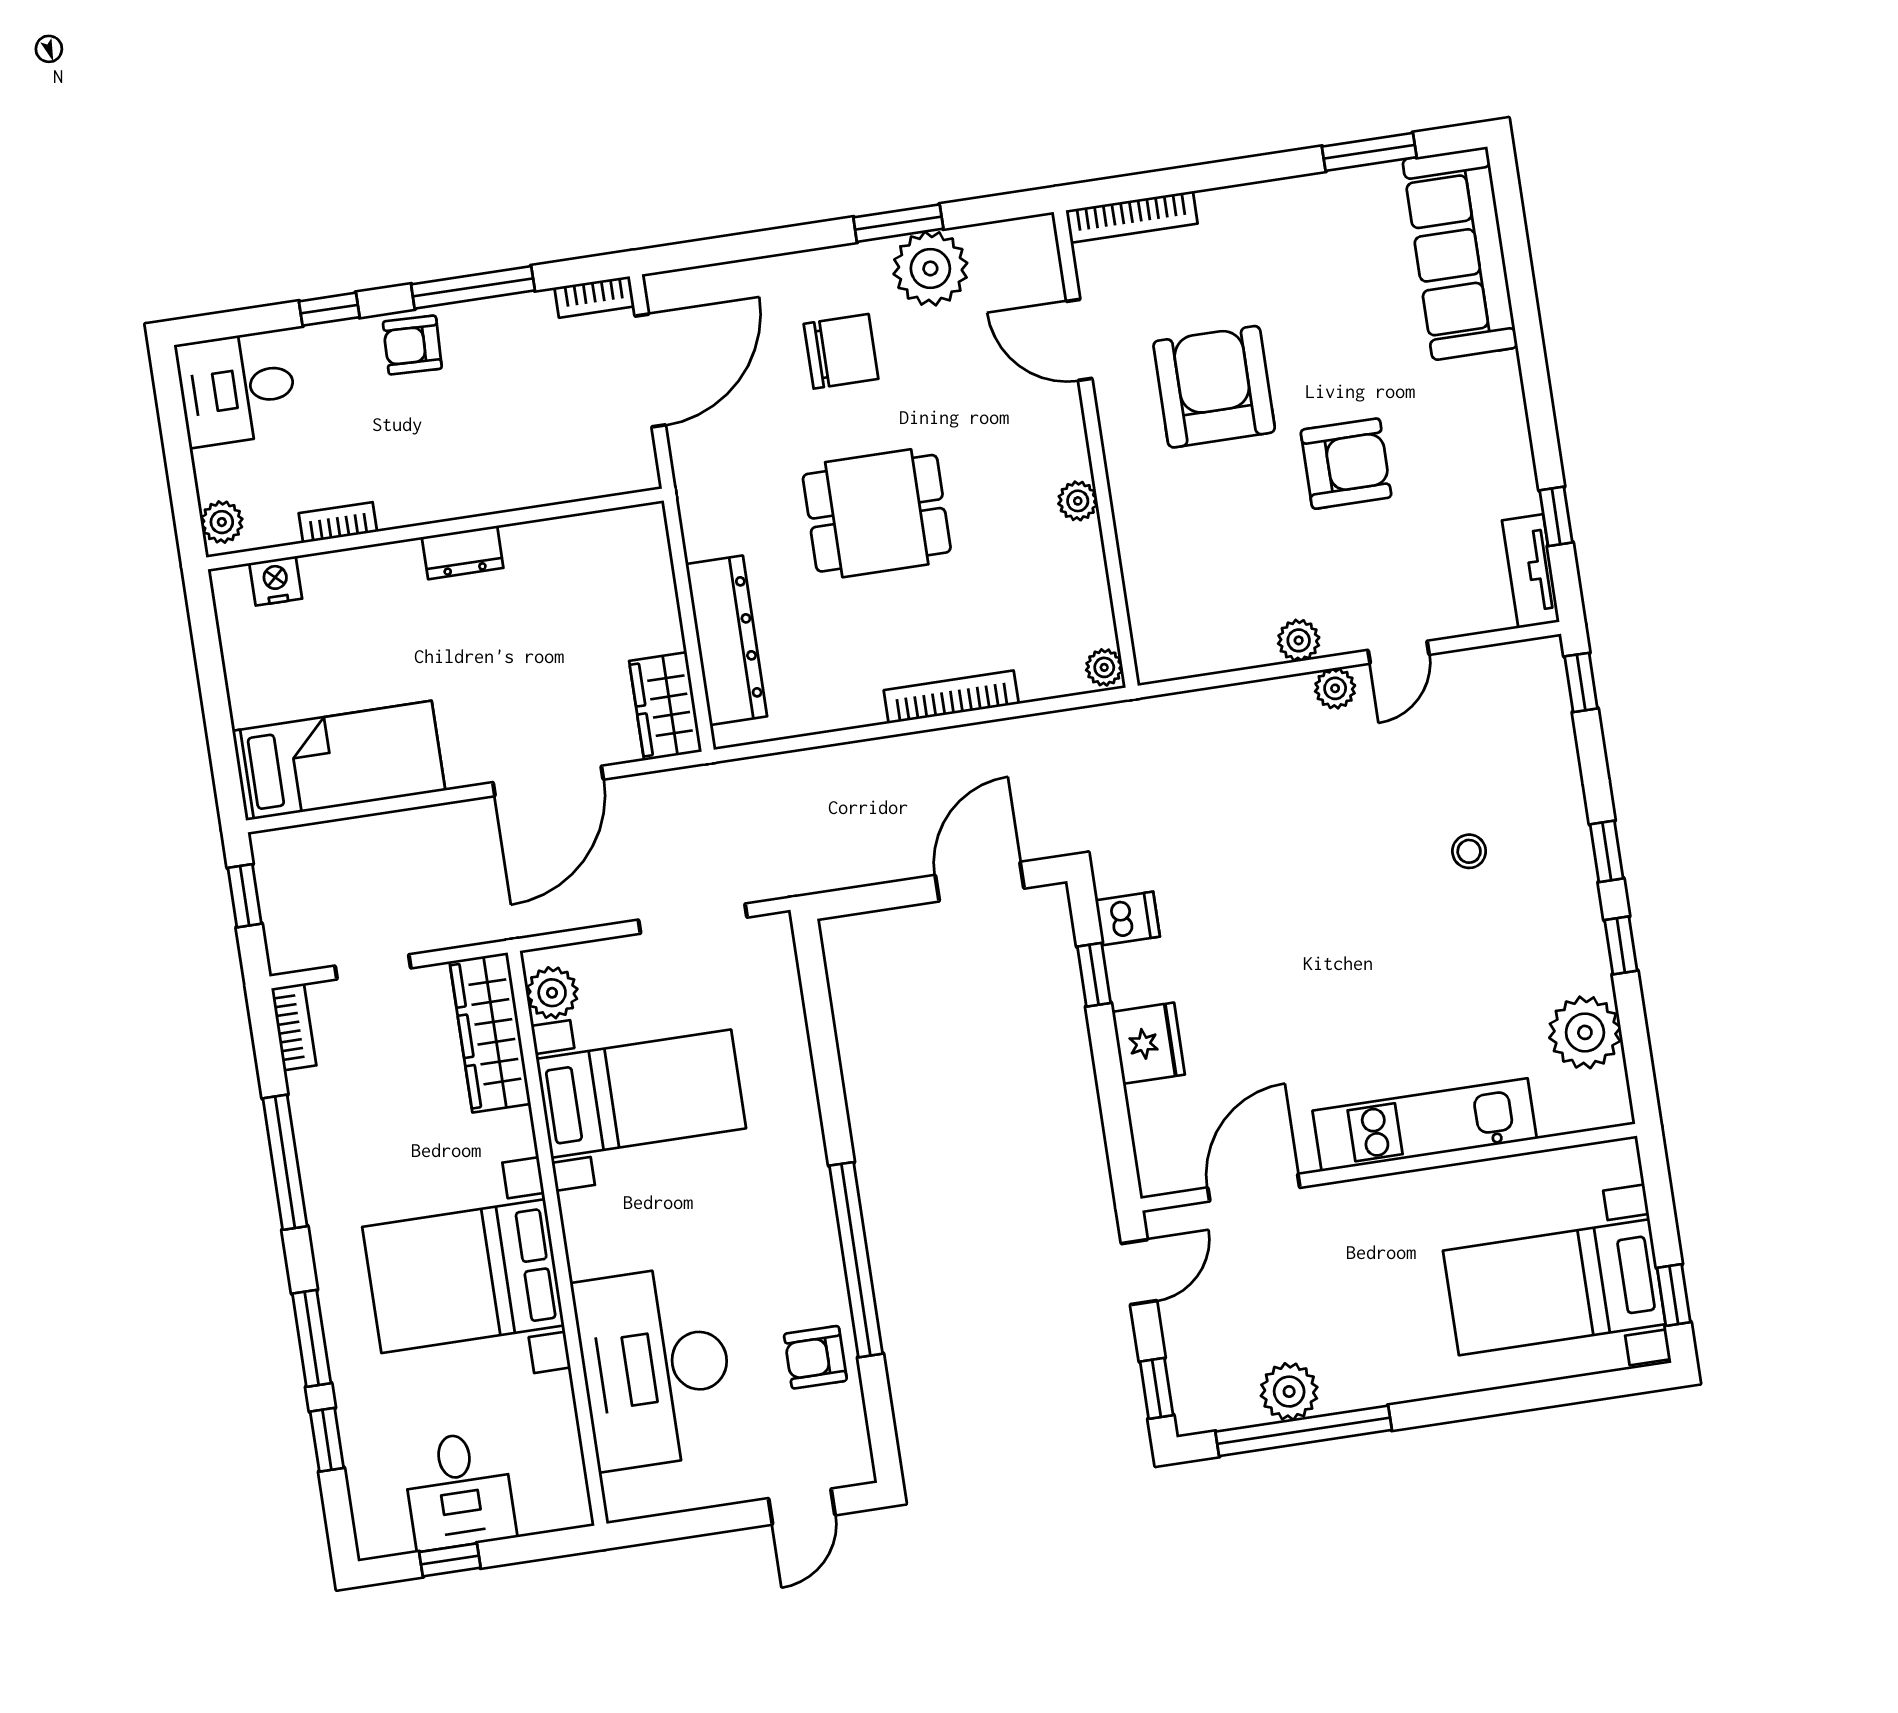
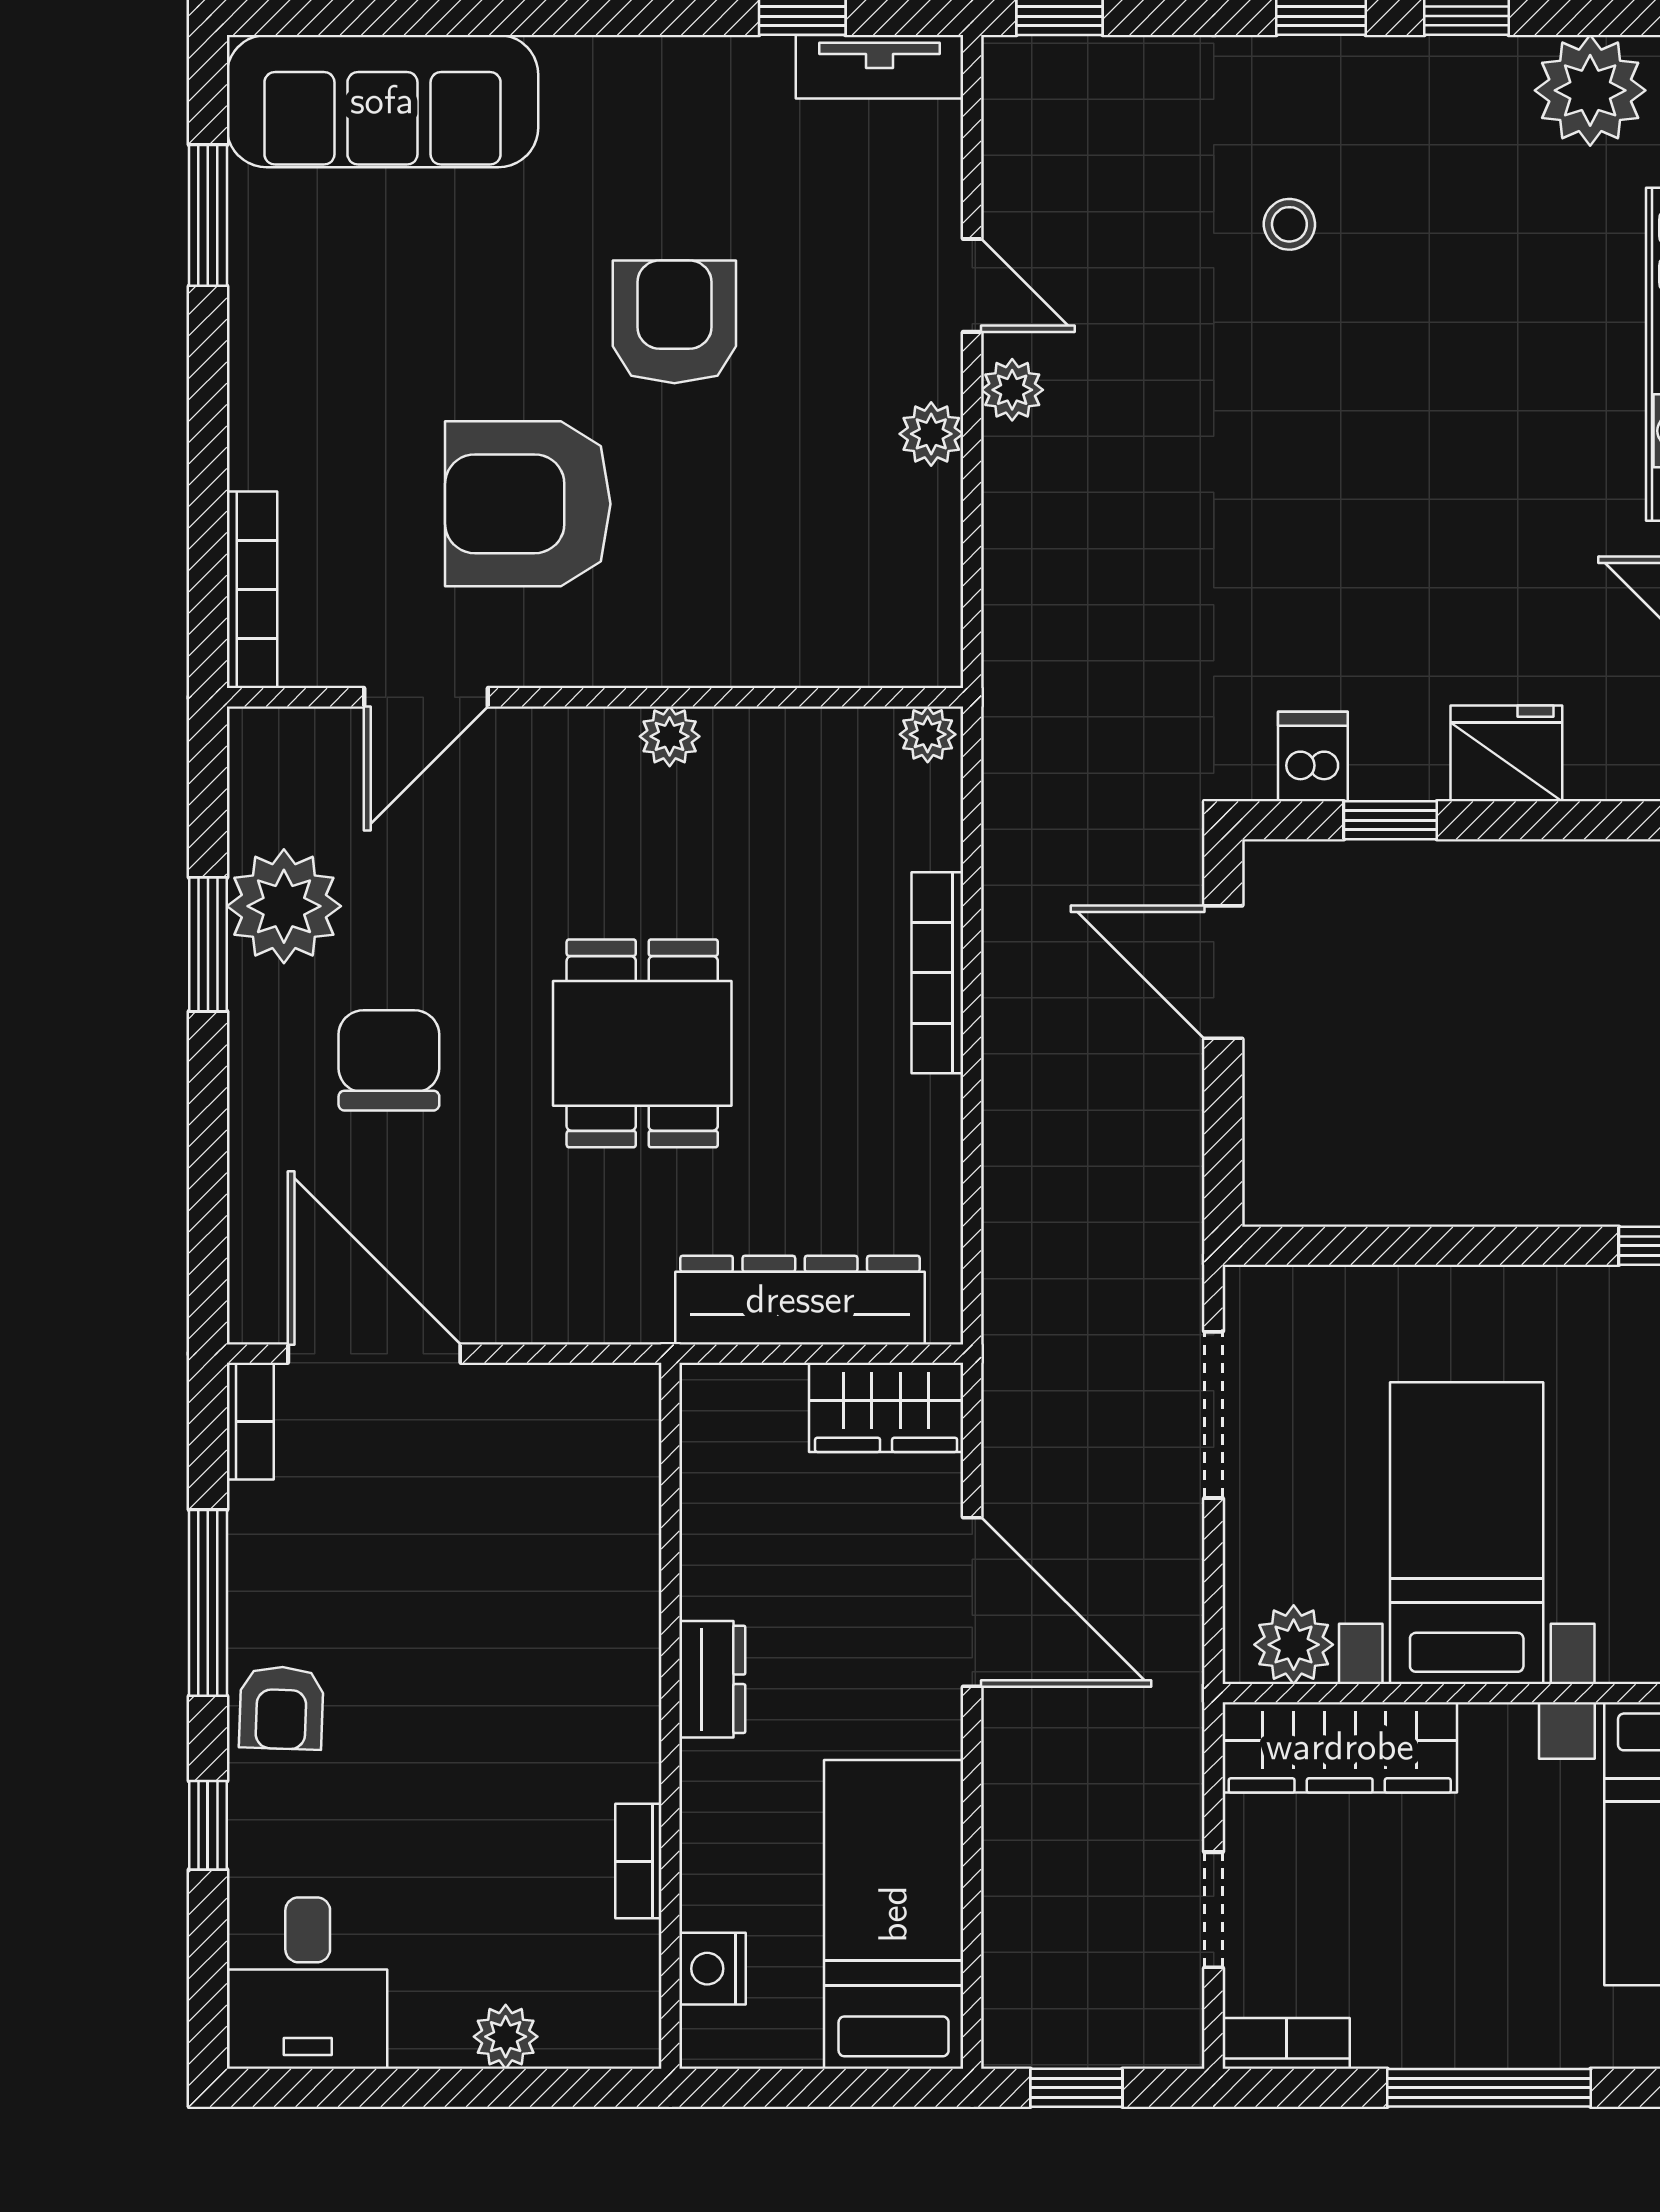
bookcase: (338, 522) -> (638, 1861), moved
wall: (435, 529) -> (670, 1716), moved
dresser: (463, 552) -> (712, 1679), moved
nightstand: (276, 581) -> (713, 1969), moved

